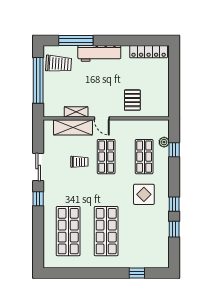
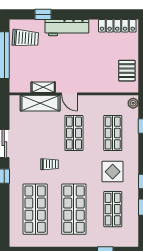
window: (76, 40) -> (43, 14), width x0.46
pallet: (132, 100) -> (127, 71), moved
plant: (164, 142) -> (133, 103), moved
trolley: (79, 162) -> (50, 164), moved
shop shelf: (144, 231) -> (113, 209), added

